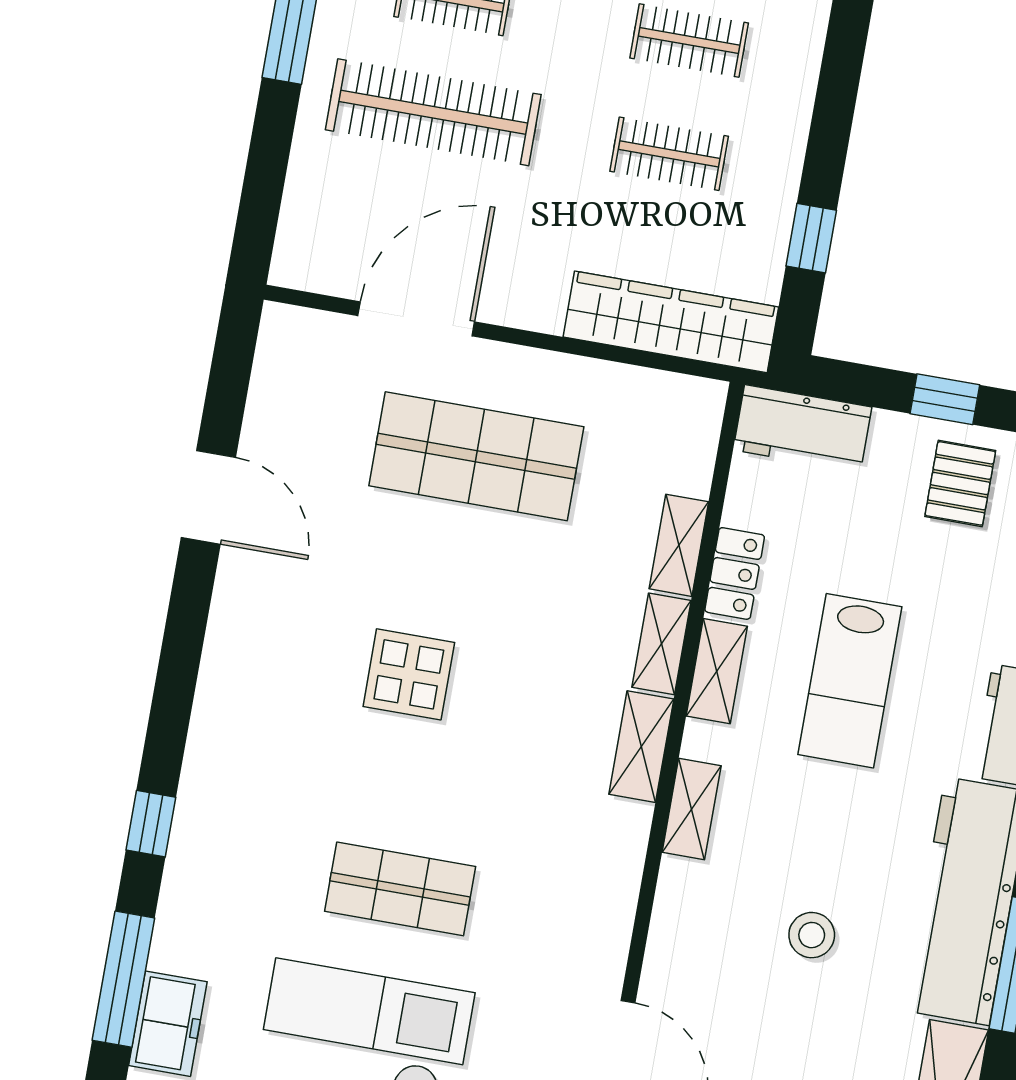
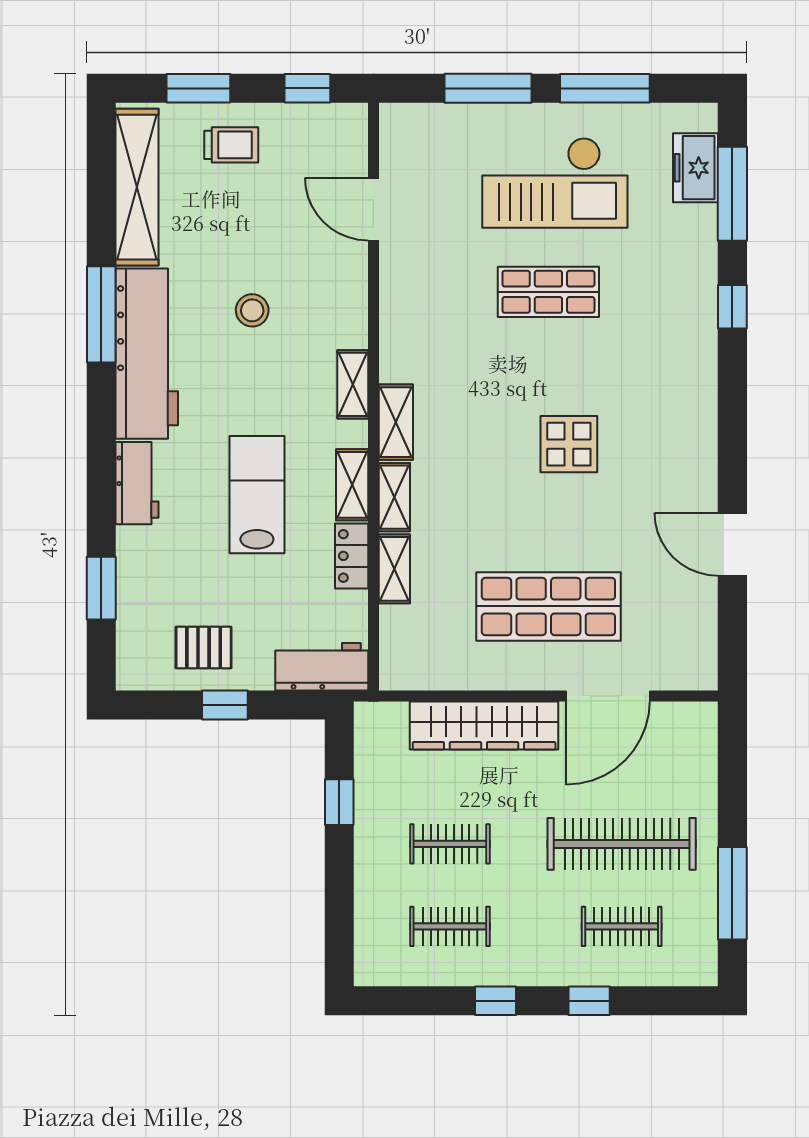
wardrobe: (671, 322) -> (484, 725), moved
pallet: (960, 483) -> (204, 648), turned 90

